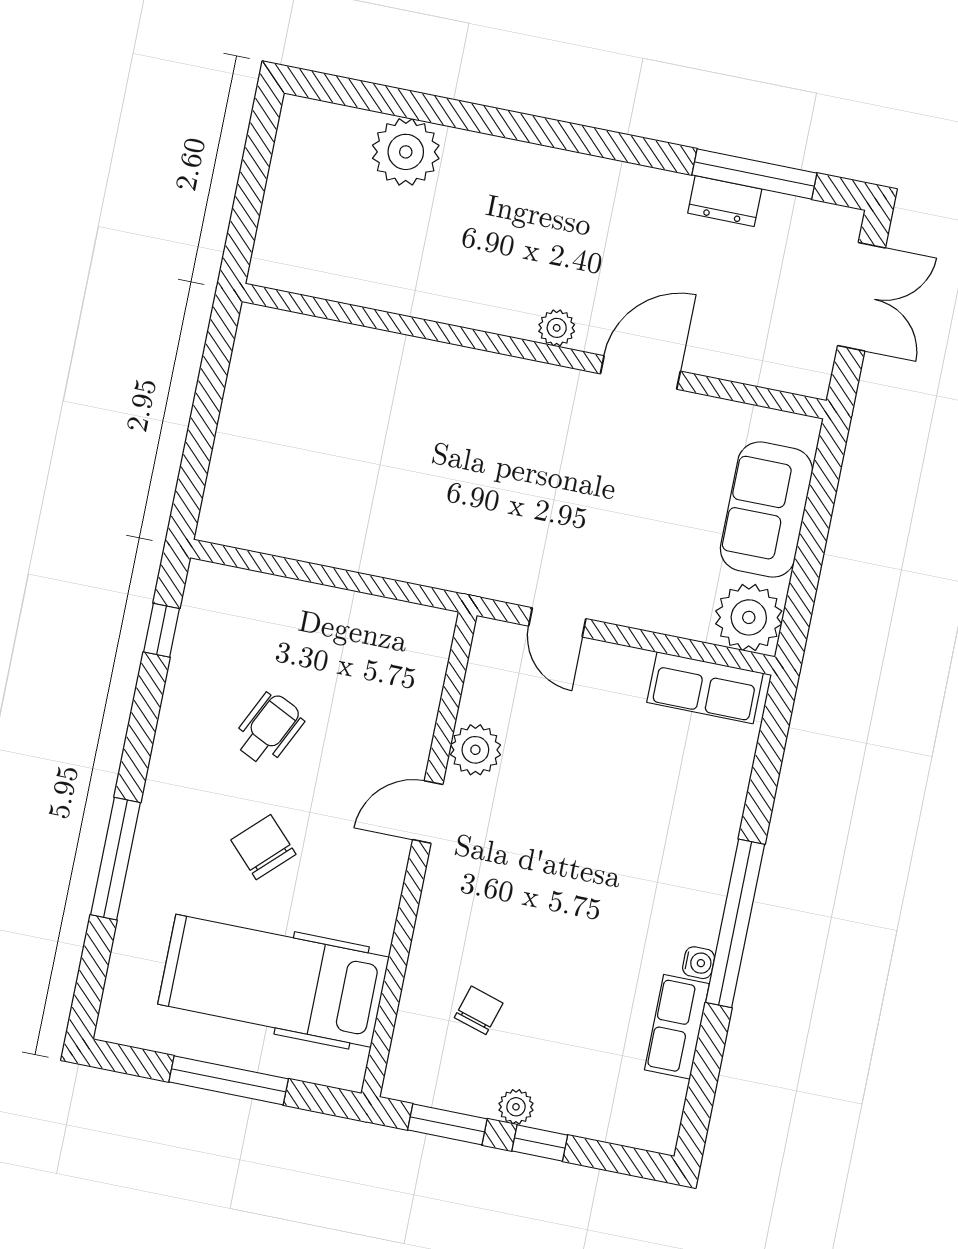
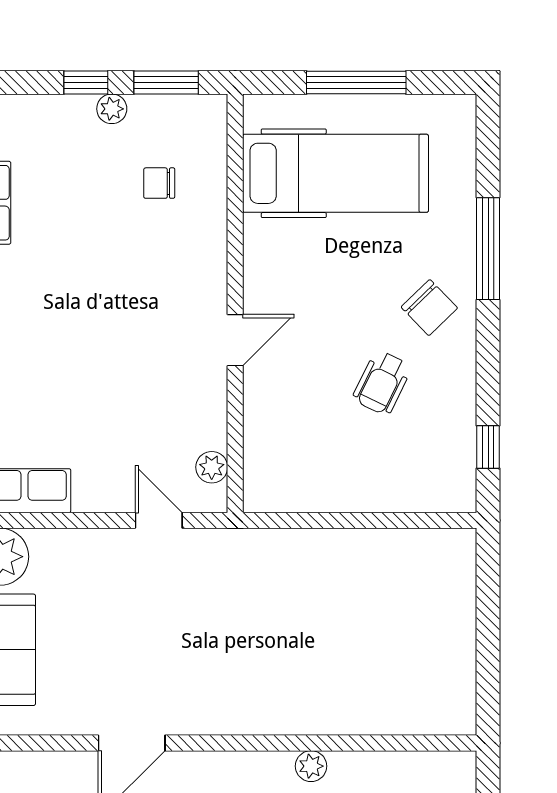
plant: (557, 328) -> (311, 766), moved
plant: (475, 750) -> (212, 467), moved, width x0.73, depth x0.73
chair: (263, 847) -> (429, 308), moved
chair: (479, 1010) -> (159, 183), turned 73

